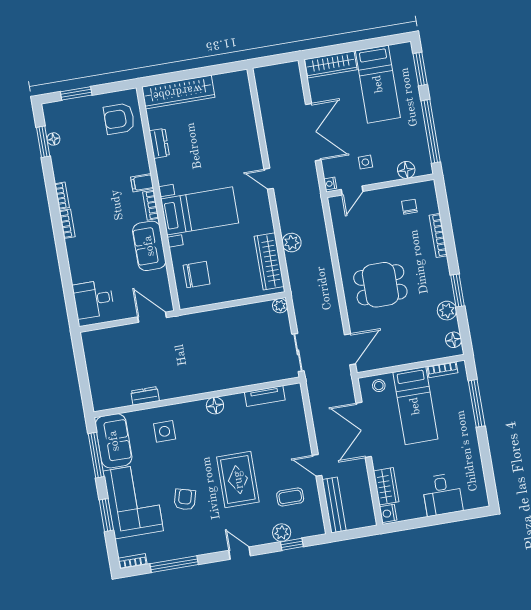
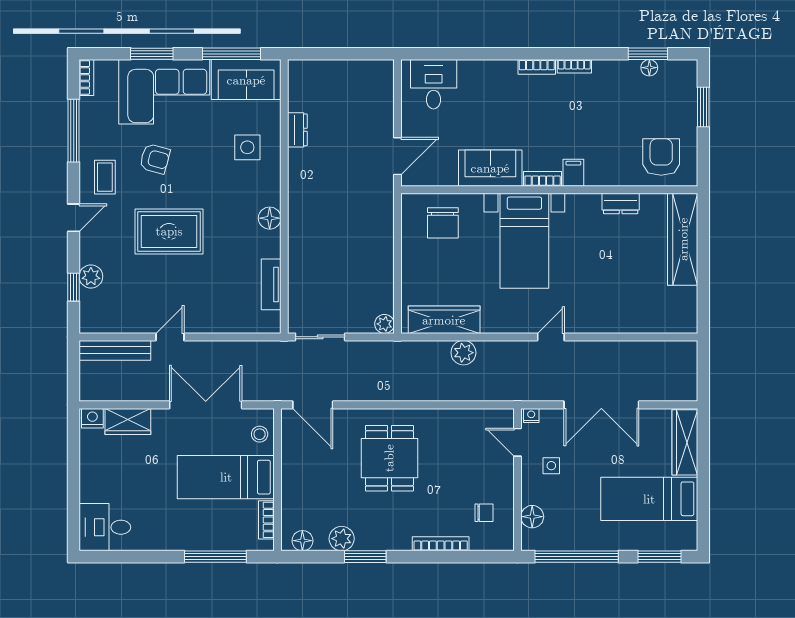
desk: (442, 495) -> (105, 527), moved
coffee table: (290, 497) -> (105, 177), moved

